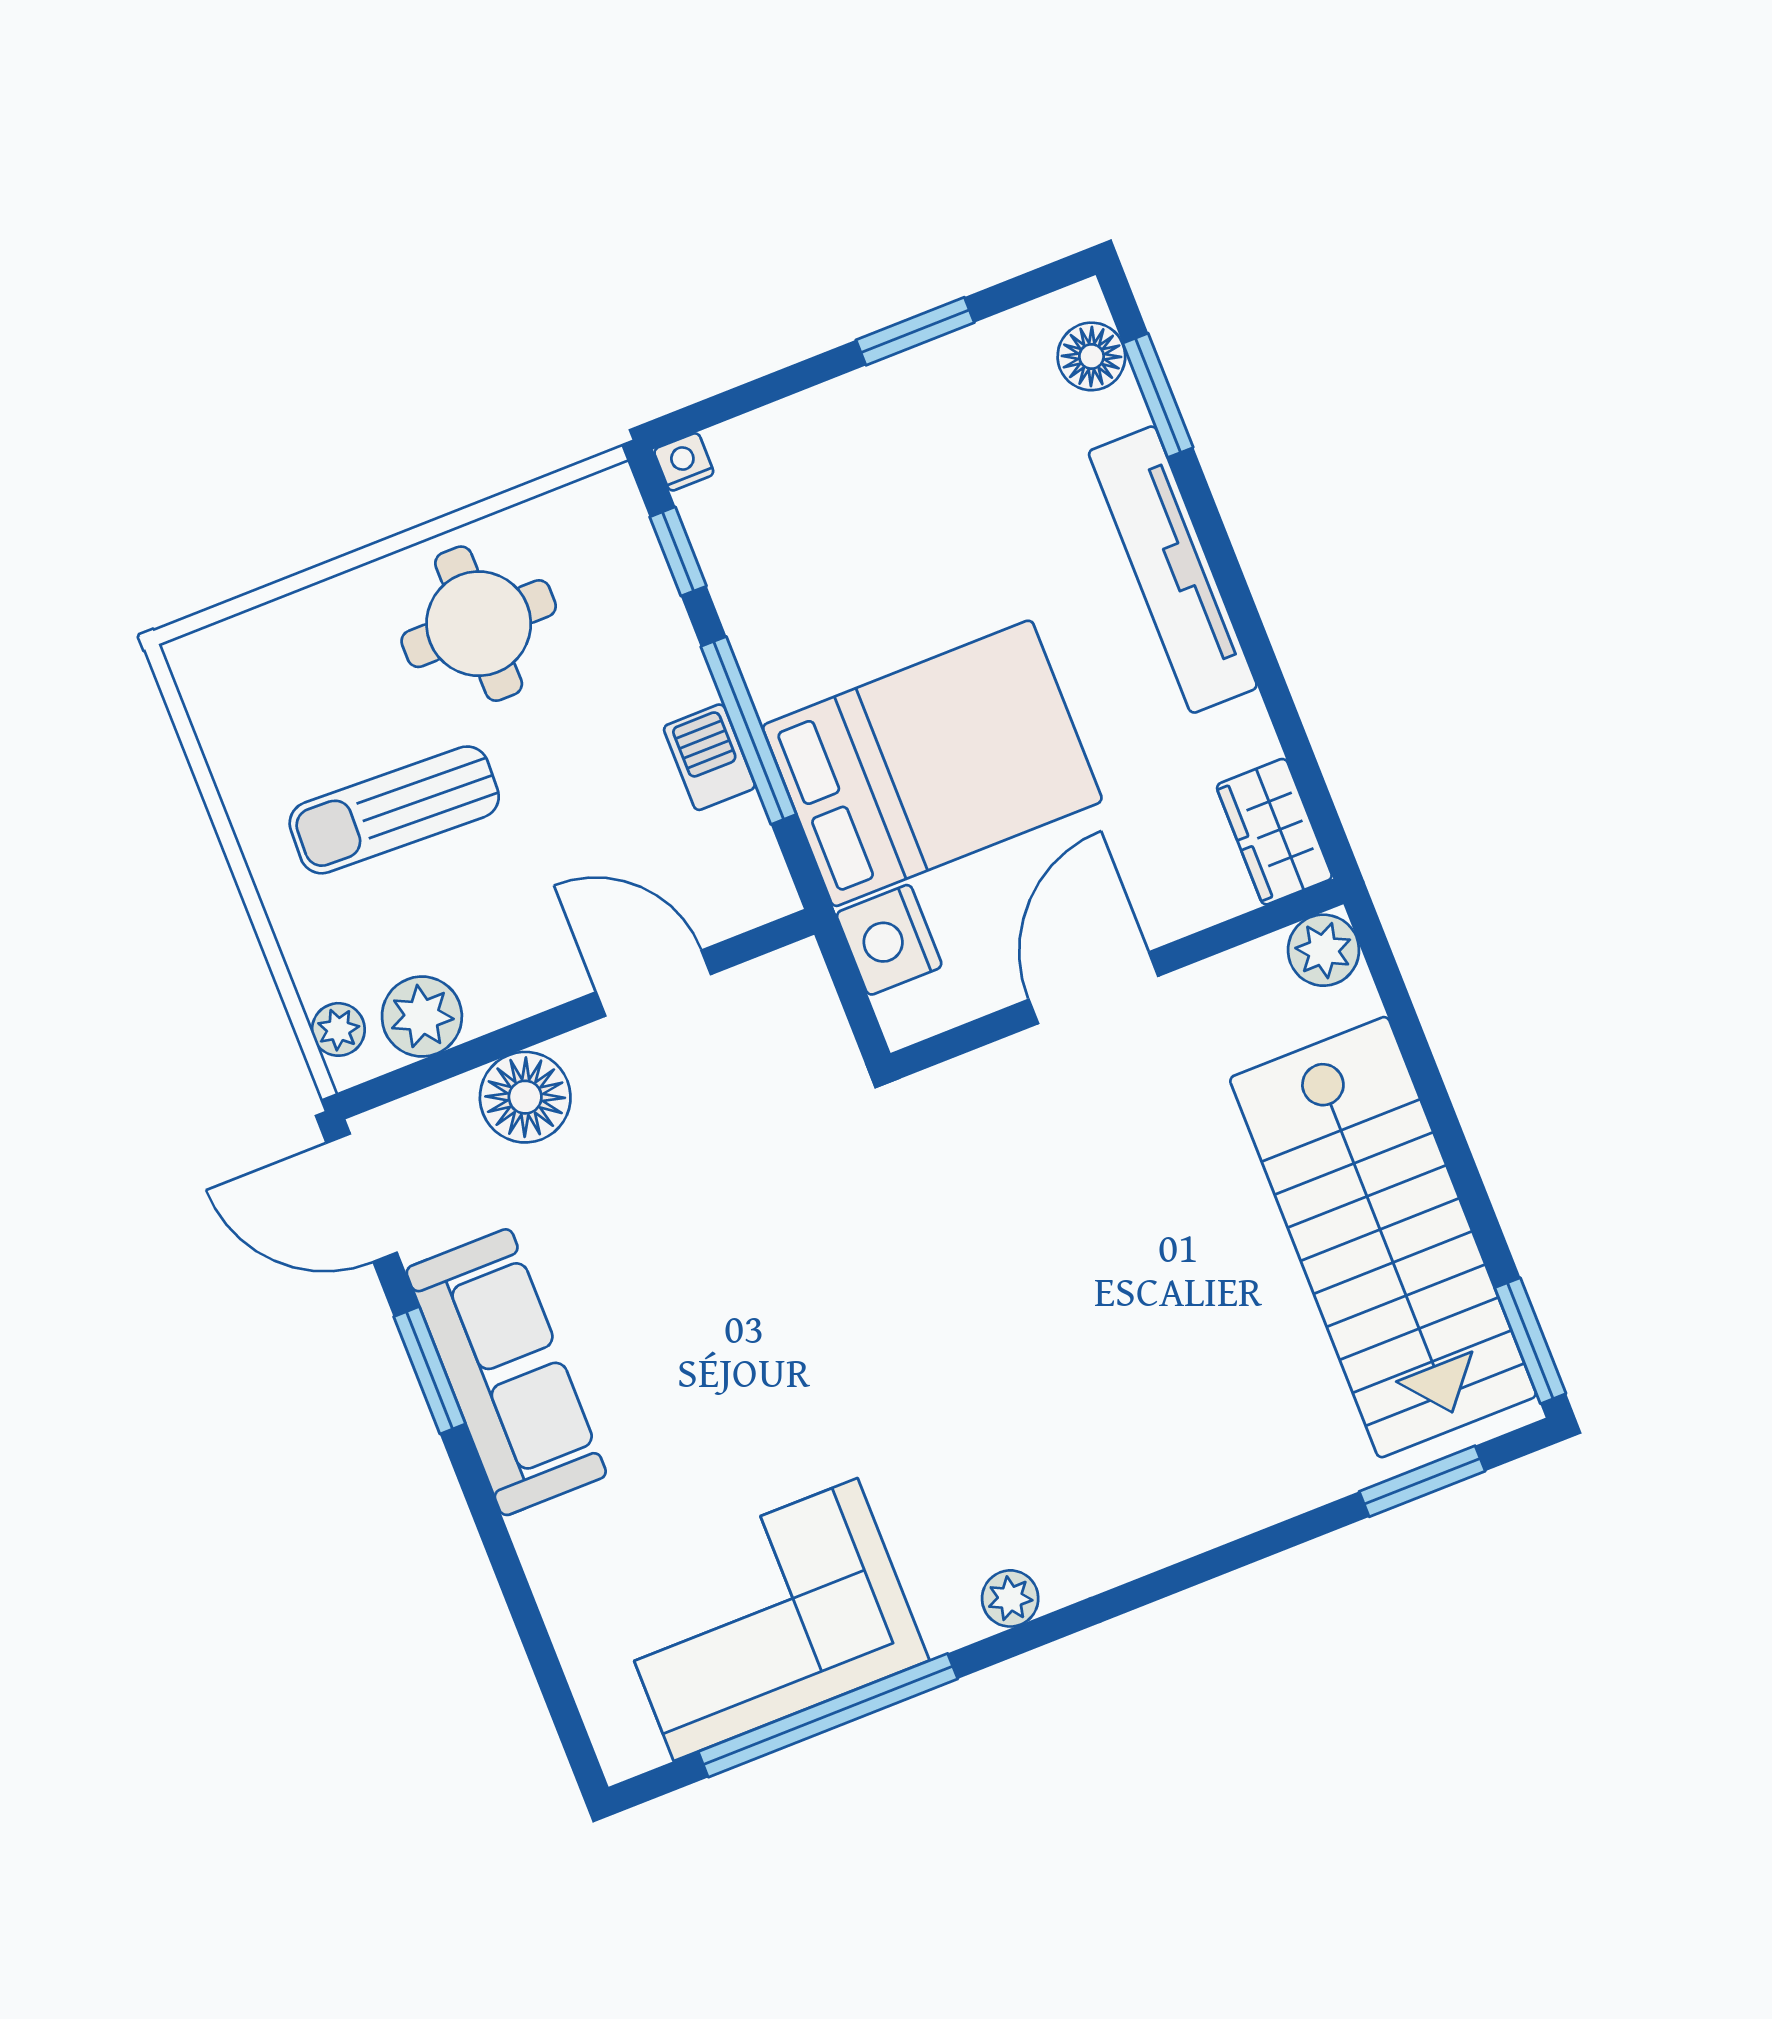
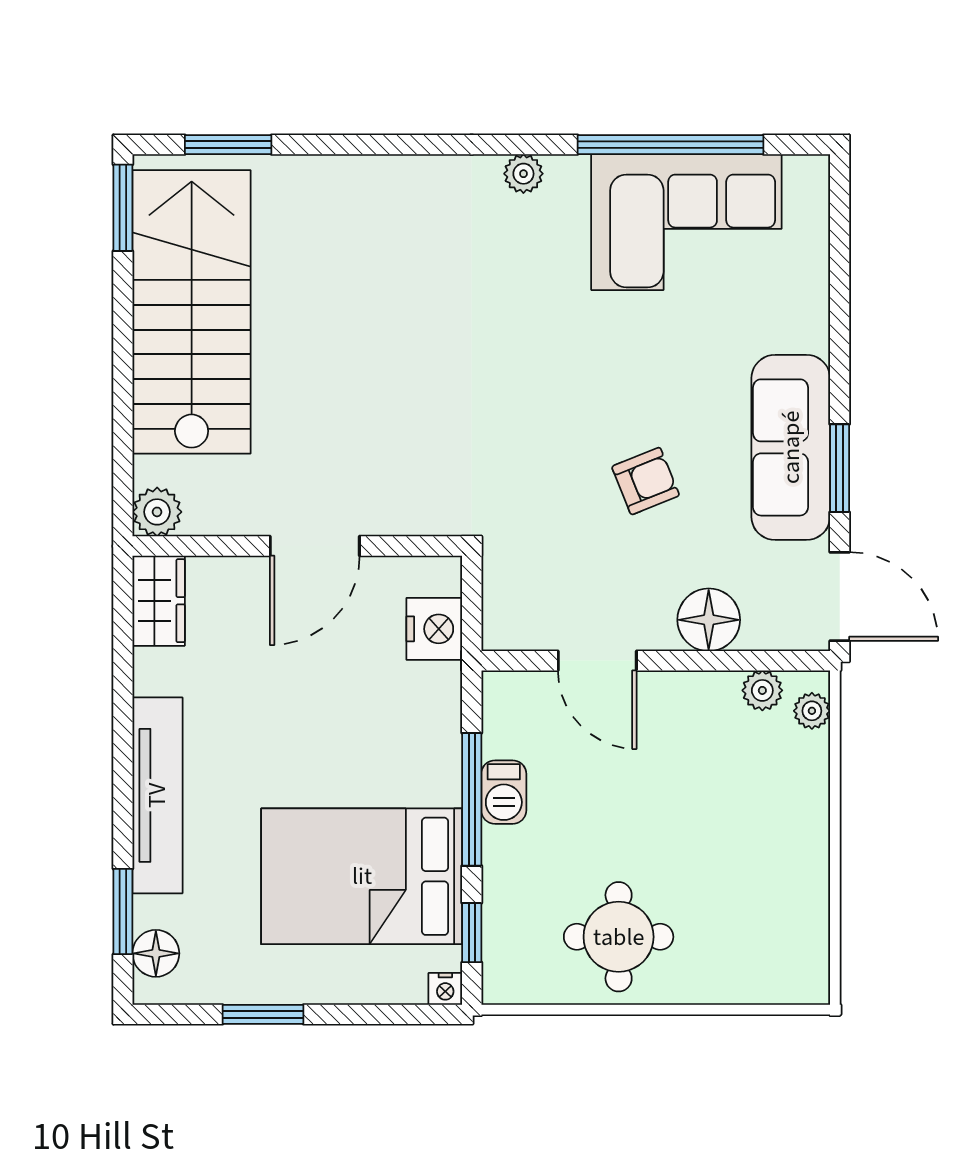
bed: (932, 763) -> (362, 876), moved
sun lounger: (394, 810) -> (720, 838), removed
plant: (422, 1016) -> (762, 690), width x0.73, depth x0.73
armchair: (683, 1250) -> (646, 481), added

